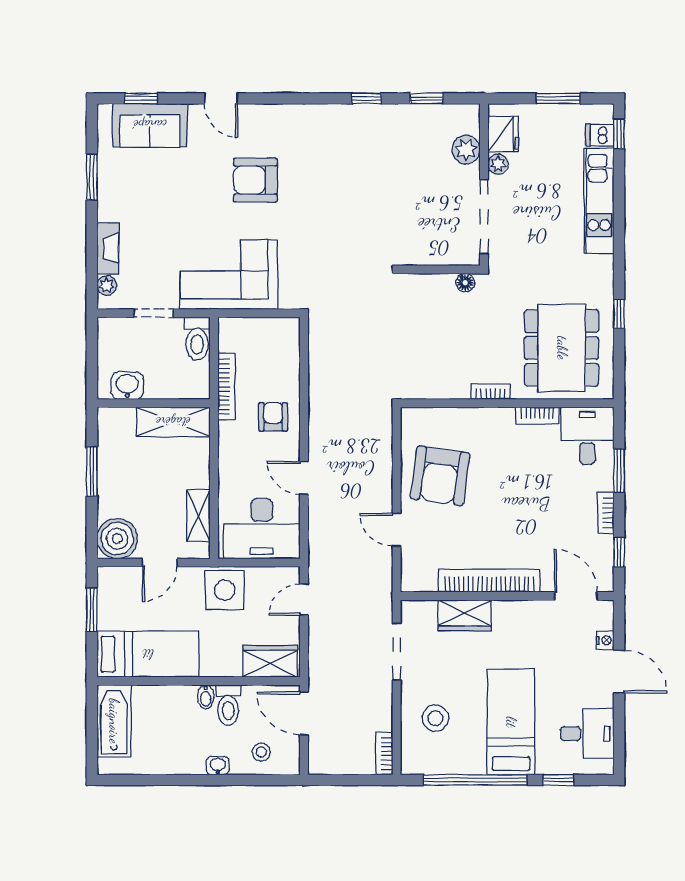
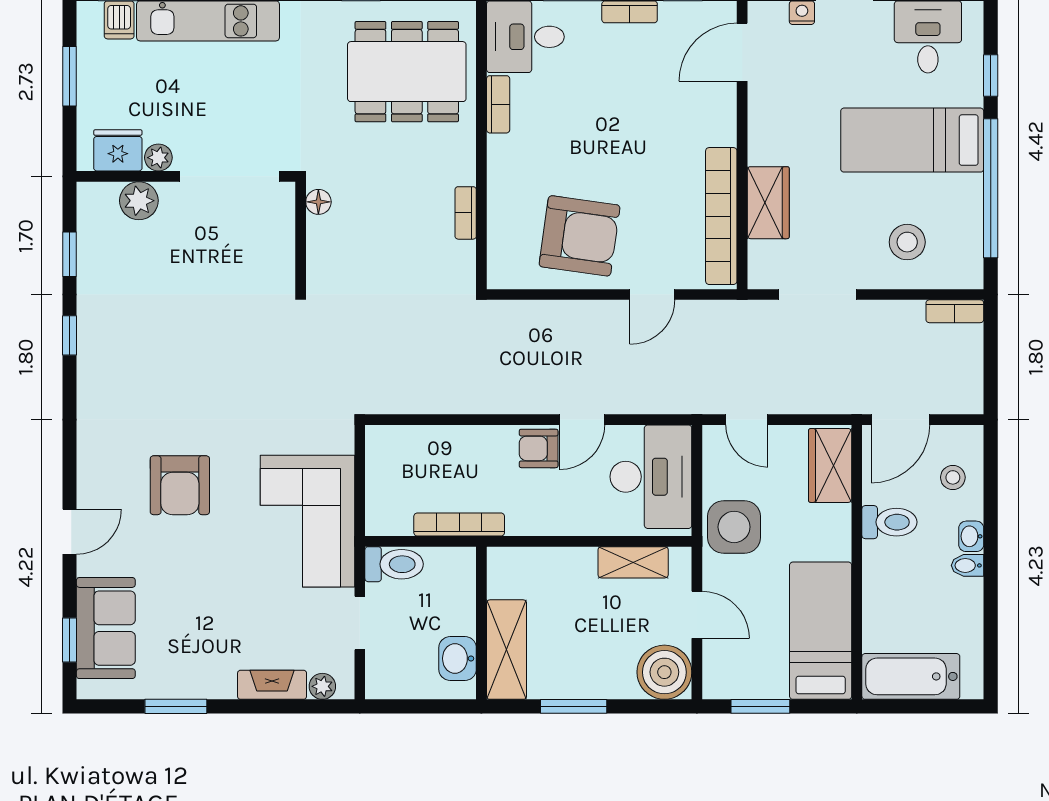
bookcase: (490, 392) -> (466, 213), moved
armchair: (273, 417) -> (539, 448), moved
shelving: (173, 422) -> (507, 650), moved
bookcase: (489, 581) -> (721, 216), moved
bidet: (206, 697) -> (967, 565), moved, turned 180

